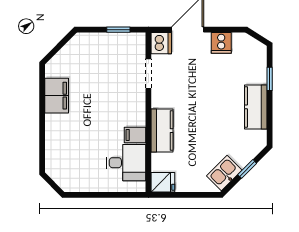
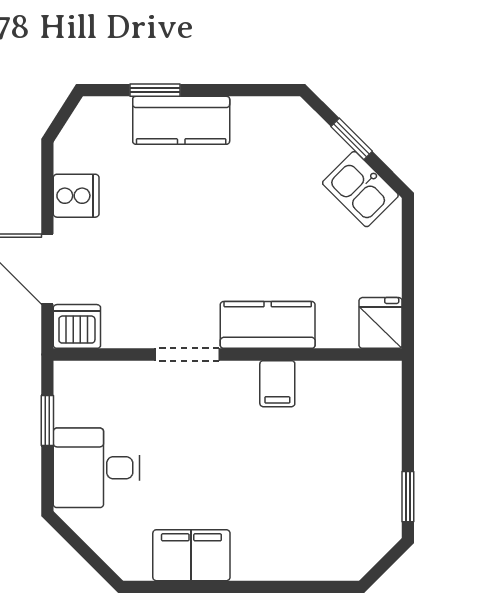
doorway: (148, 74) -> (187, 354), moved
kitchen counter: (256, 107) -> (181, 120), moved
desk: (126, 163) -> (96, 468), moved, turned -90
window: (83, 195) -> (408, 497), added

